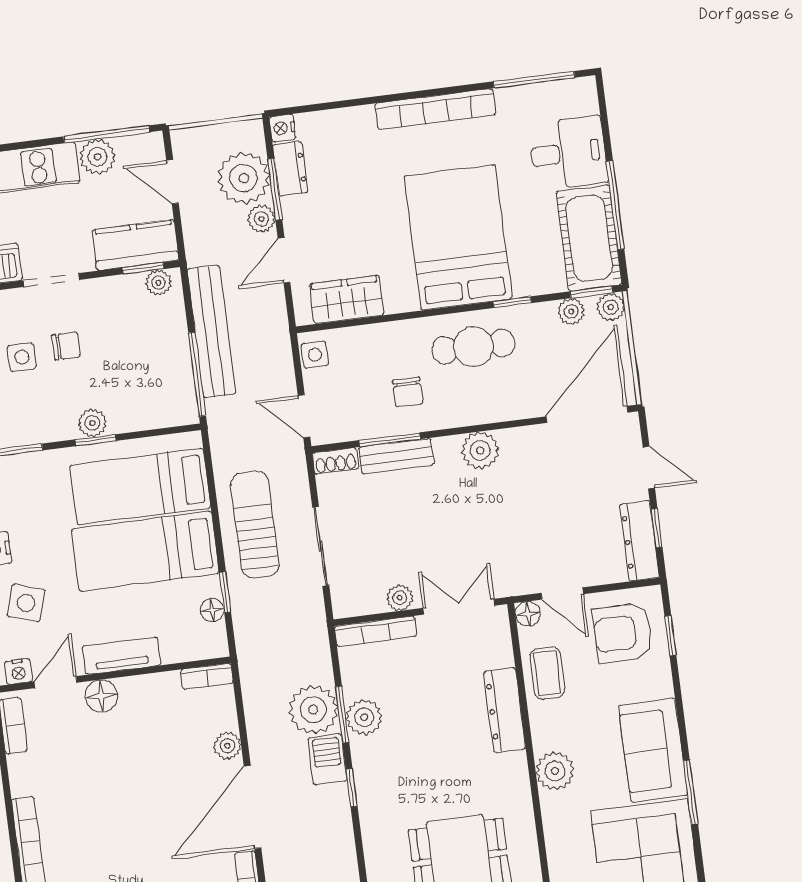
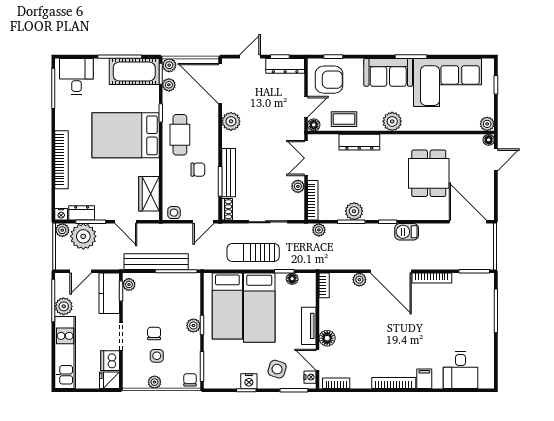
bookcase: (435, 109) -> (62, 160), moved
desk: (568, 153) -> (76, 76), moved
plant: (261, 219) -> (62, 230), moved
plant: (480, 450) -> (231, 121), moved
bench: (396, 456) -> (229, 173), width x1.36
armchair: (623, 633) -> (329, 80), turned -90
plant: (313, 710) -> (319, 230), moved, width x0.53, depth x0.53
barbecue: (327, 759) -> (407, 232), moved

